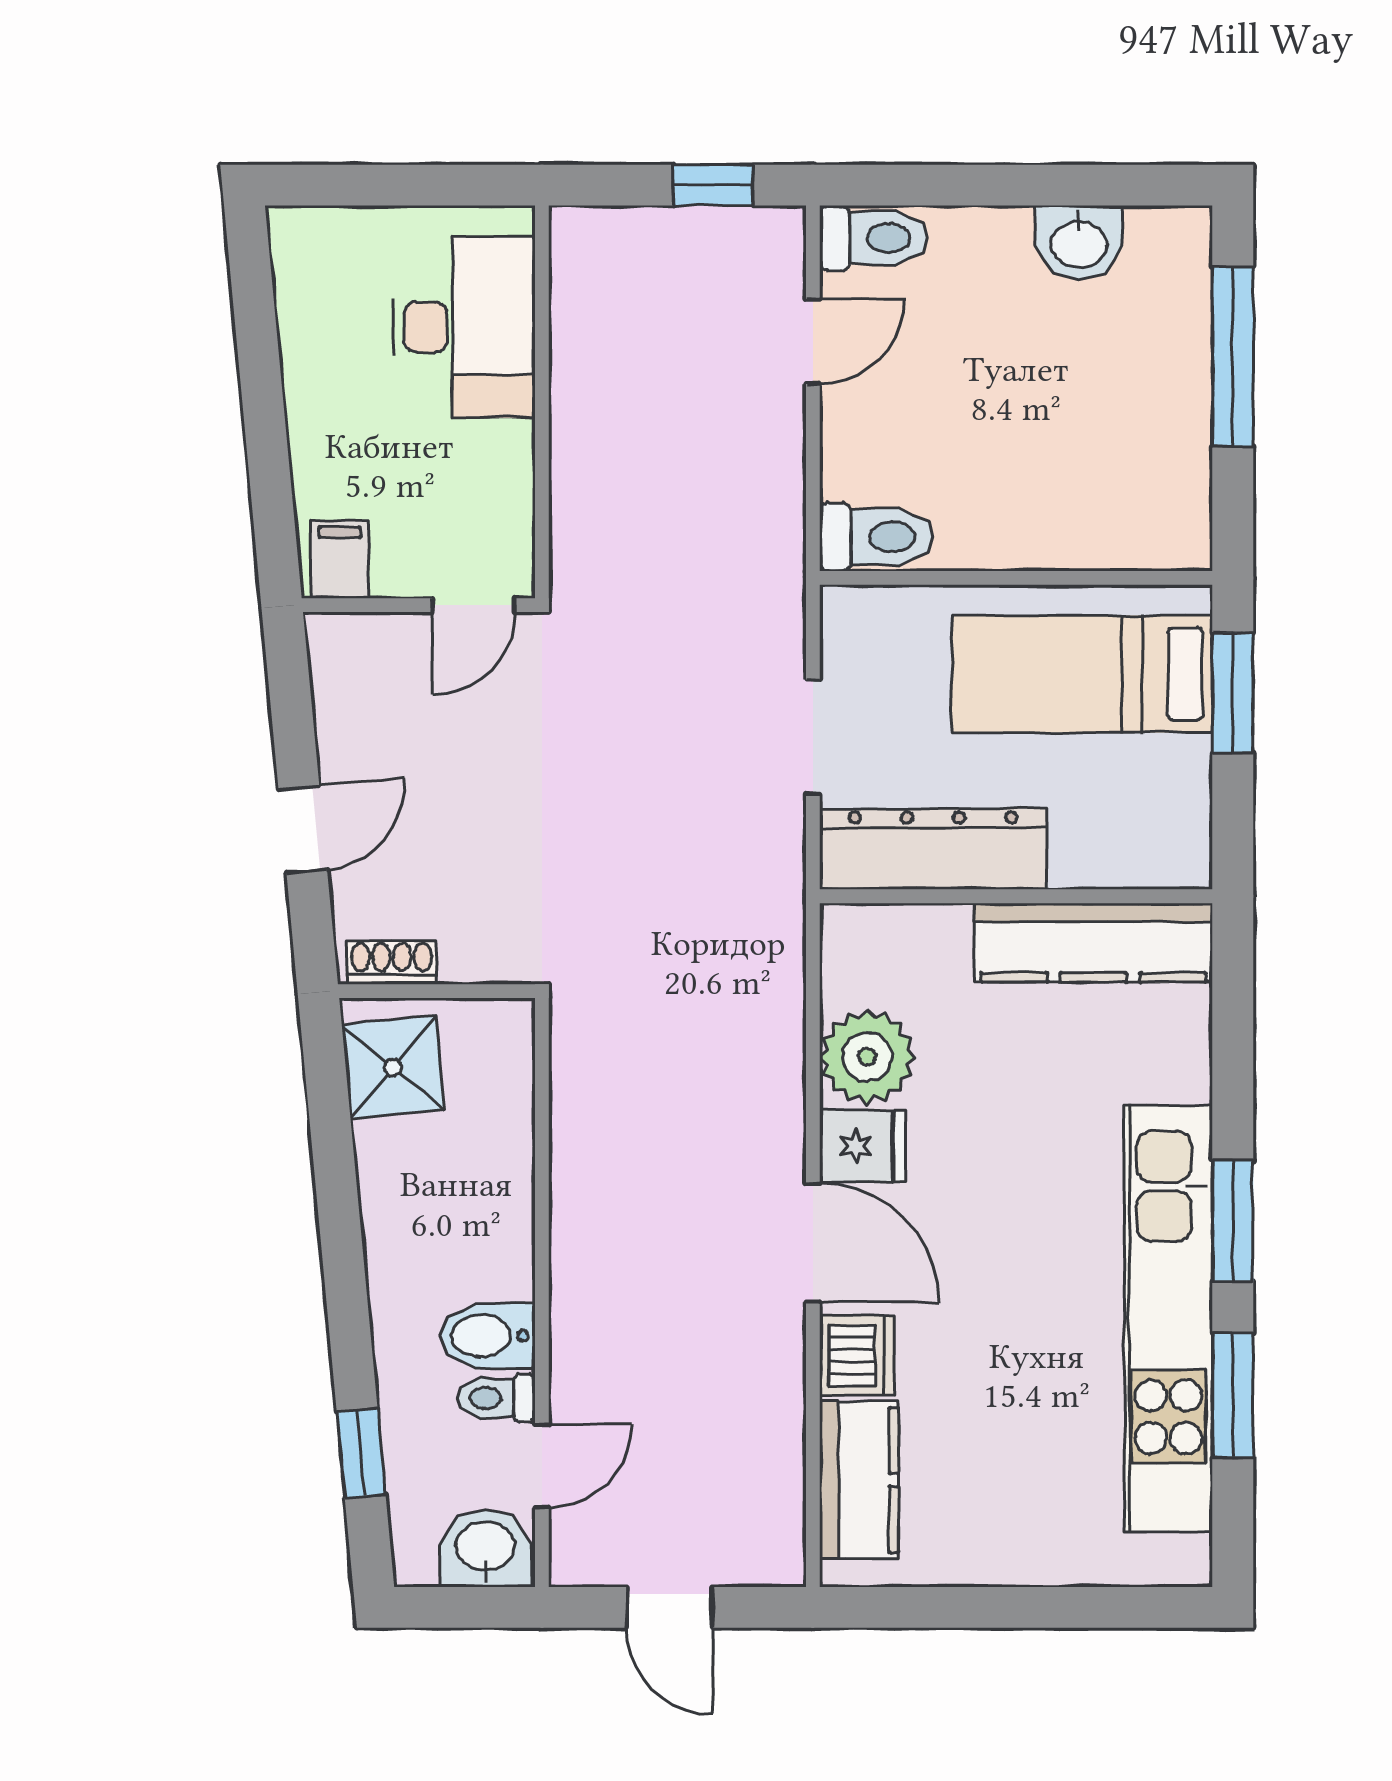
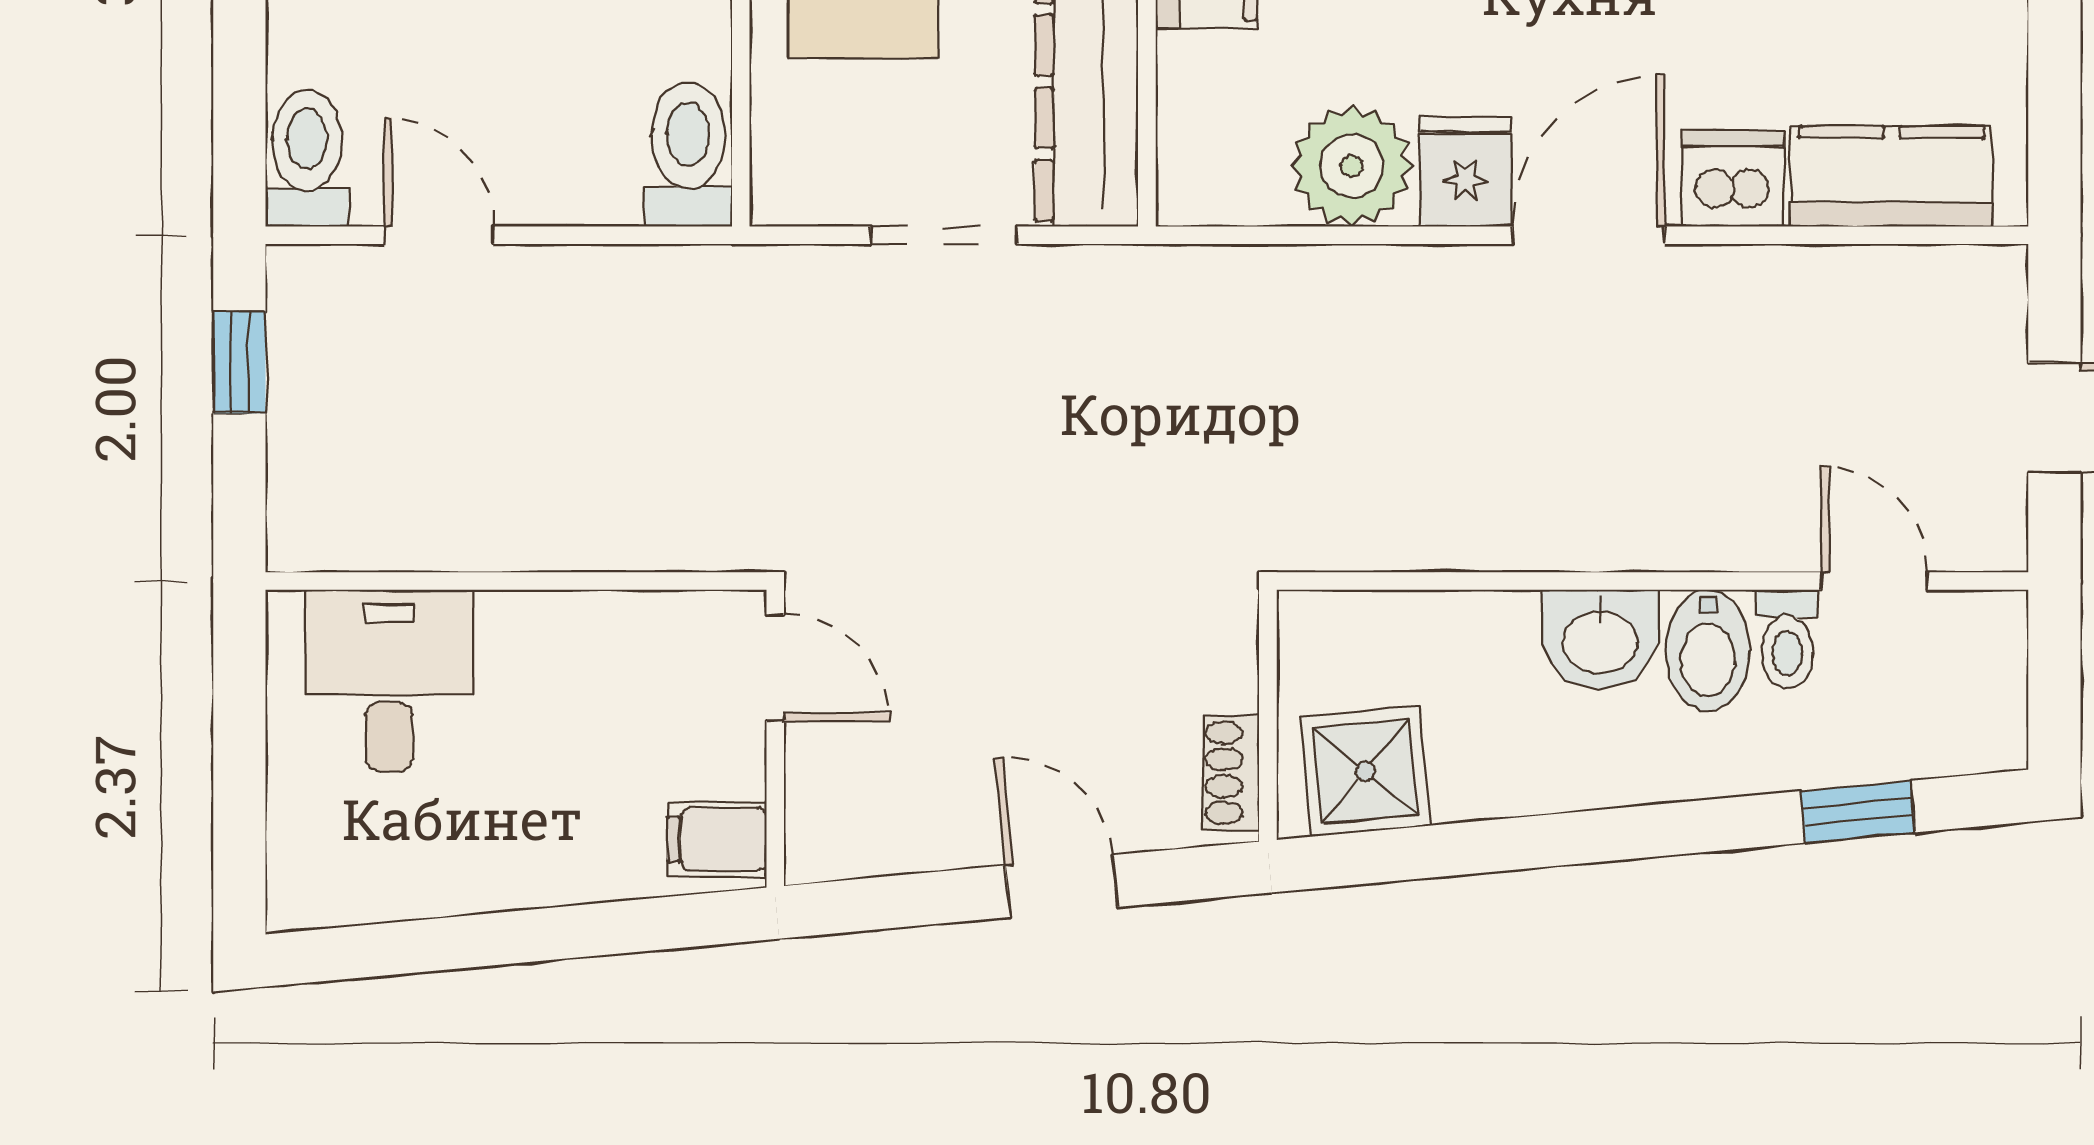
desk: (464, 327) -> (389, 680), width x0.73
washbasin: (485, 1548) -> (1600, 639), moved, turned -90

